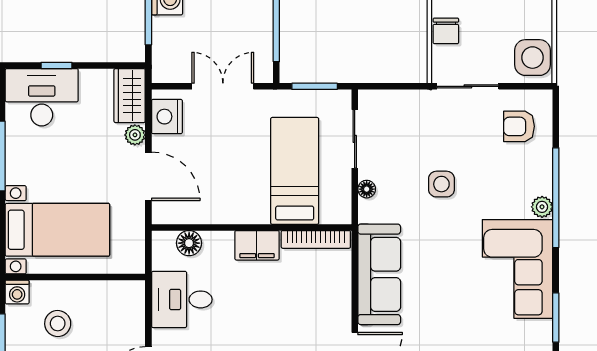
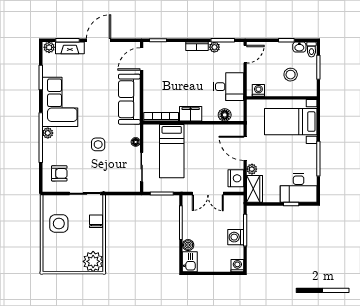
side table: (532, 58) -> (59, 224), moved
washing machine: (17, 292) -> (258, 90), moved

